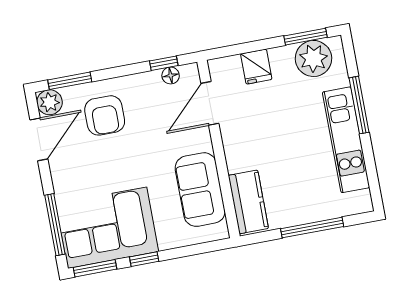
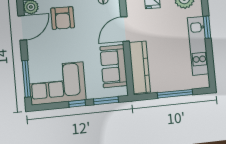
door: (210, 103) -> (125, 29), moved
window: (359, 105) -> (207, 27), width x0.69
kitchen counter: (248, 202) -> (140, 67), width x1.50
window: (95, 268) -> (106, 101), moved

